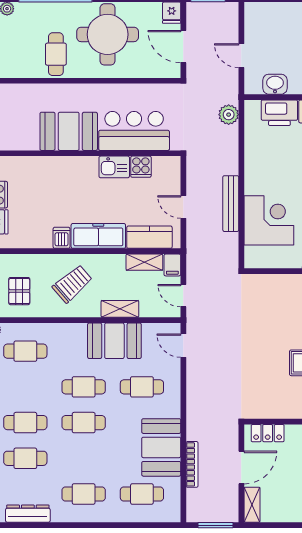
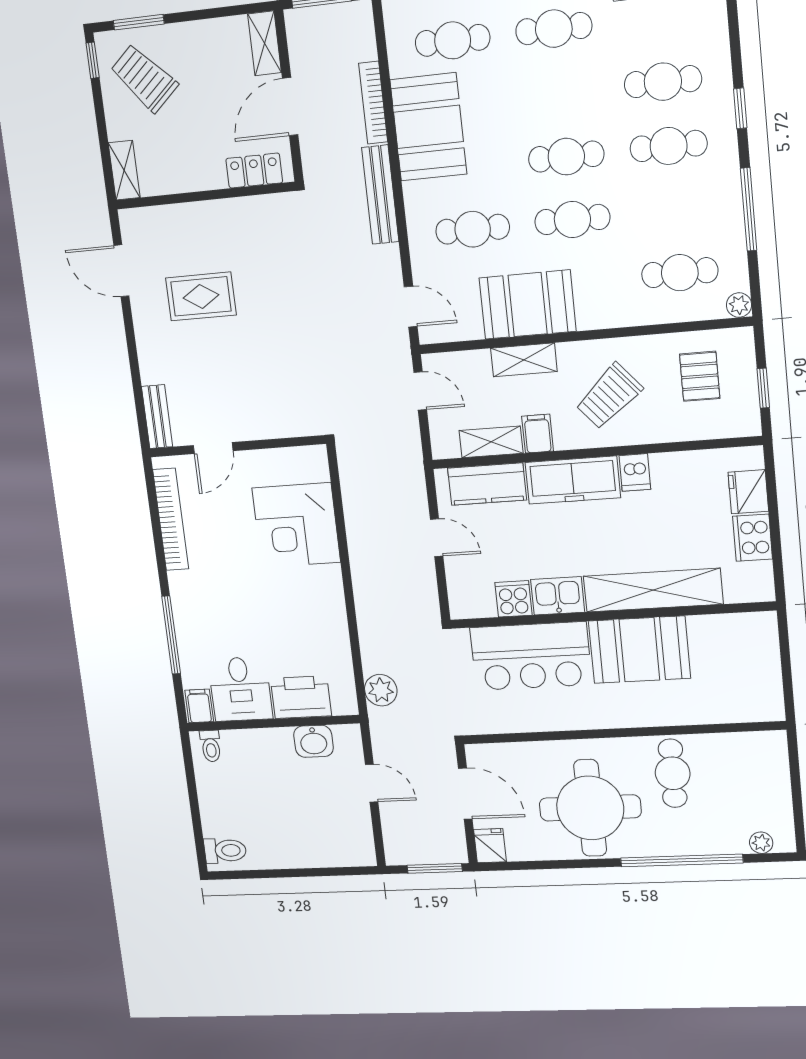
shelving: (57, 167) -> (653, 590), added
bench: (231, 204) -> (380, 195), moved
filing cabinet: (172, 265) -> (538, 434), moved

